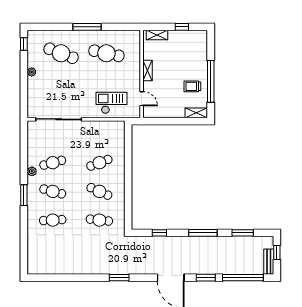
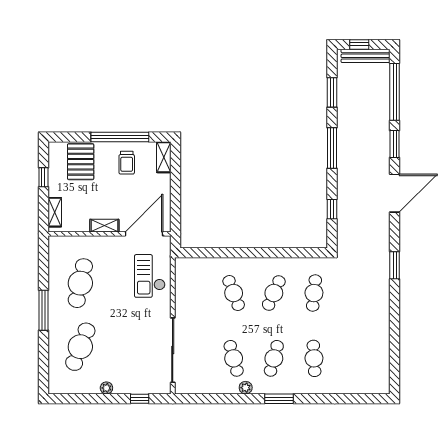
window: (24, 44) -> (140, 399), moved
pallet: (193, 54) -> (81, 162), added
door: (142, 99) -> (144, 234), width x1.87
bench: (269, 262) -> (366, 56), width x1.36

